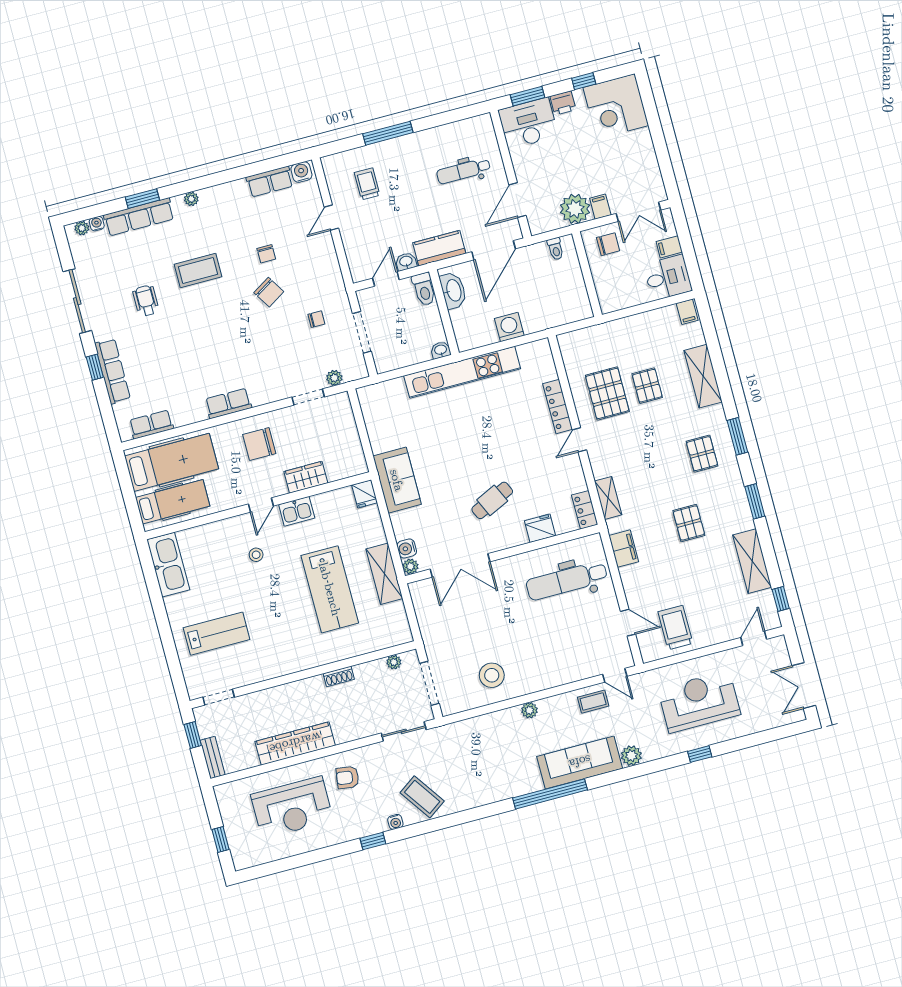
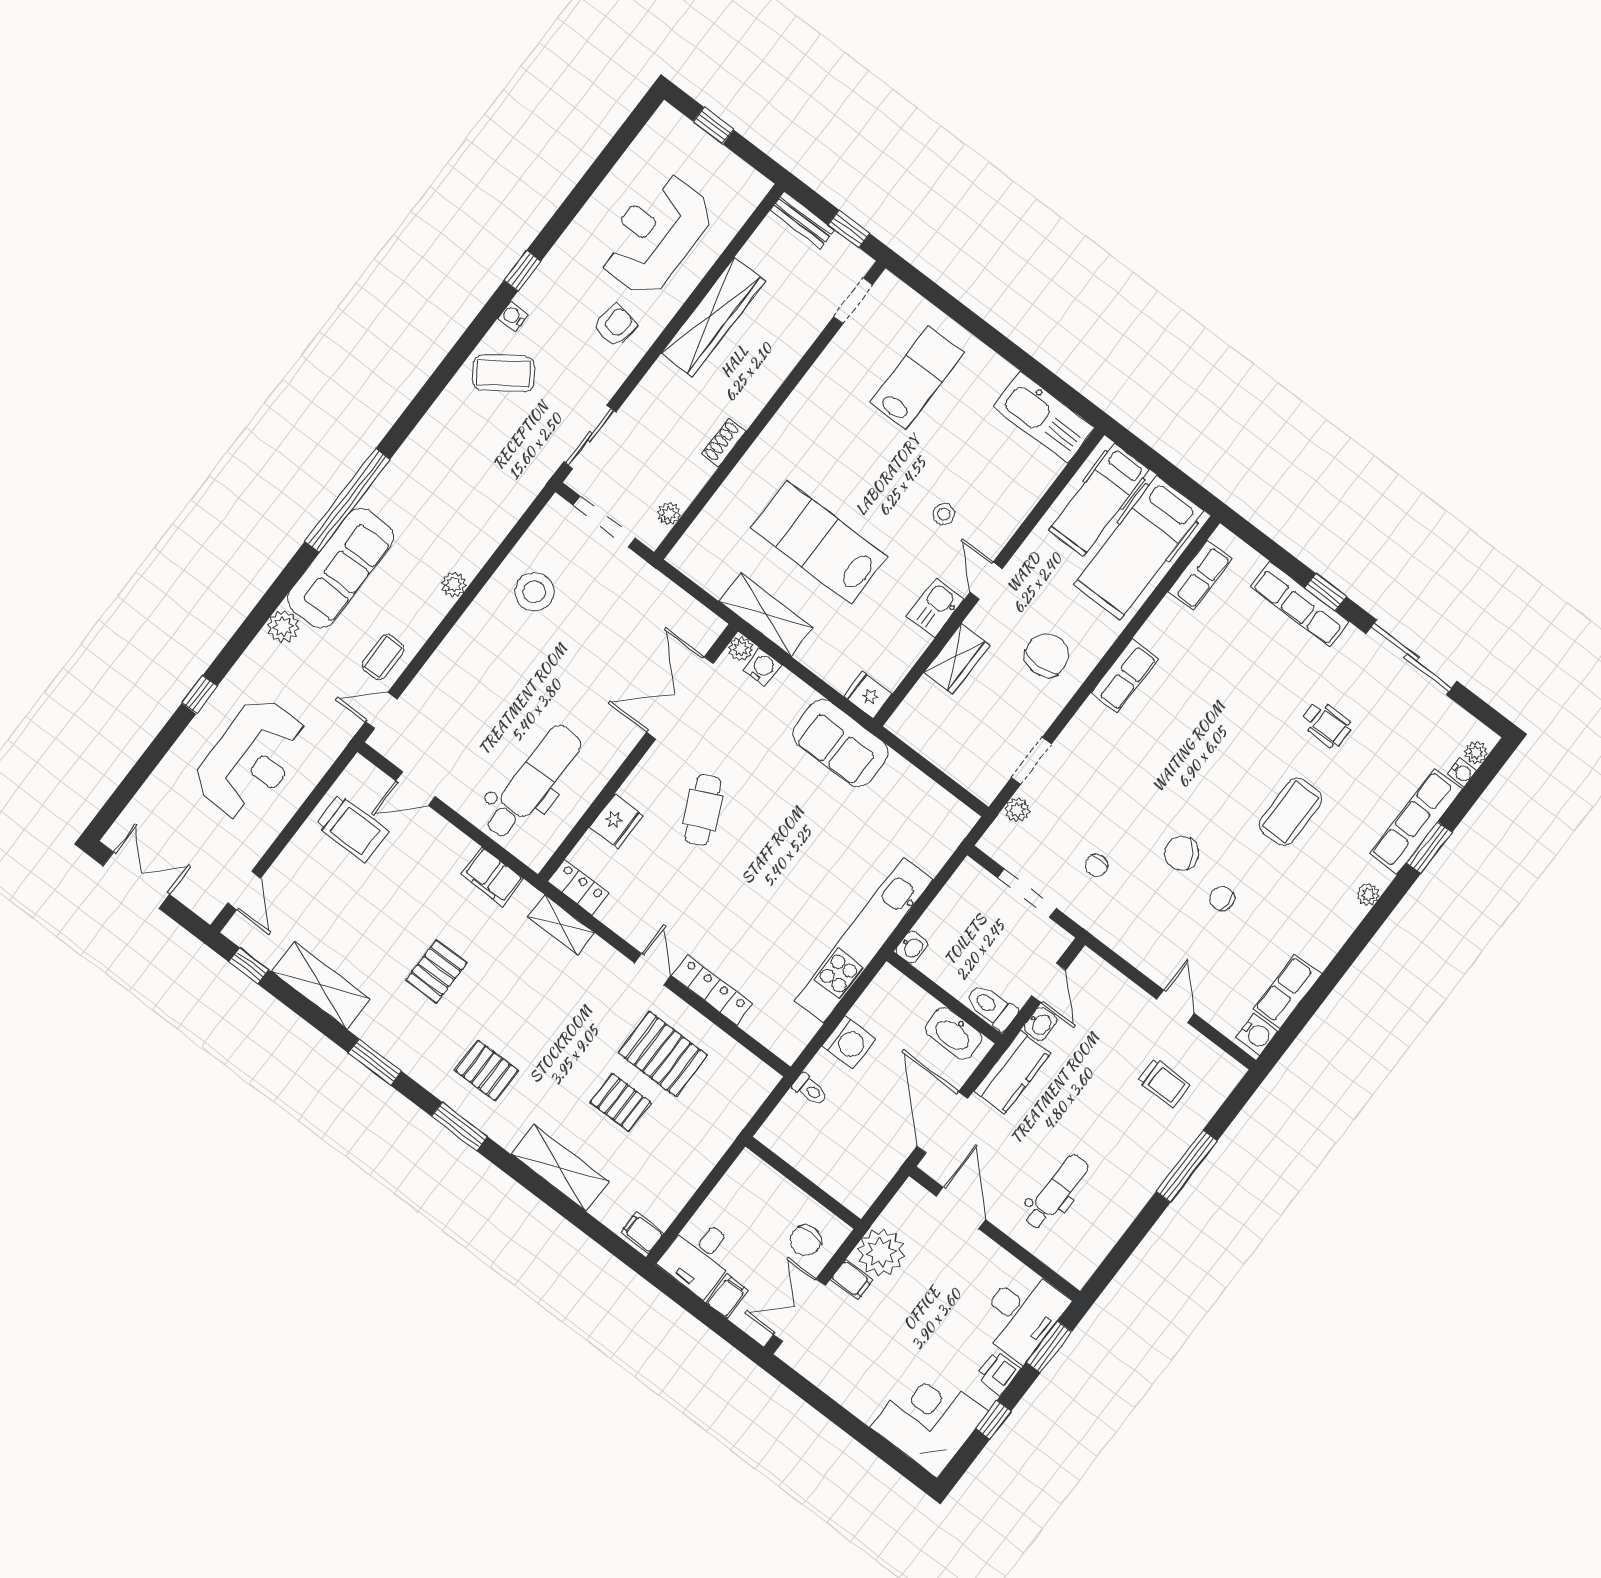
toilet: (556, 249) -> (810, 1089), moved, turned 180
pallet: (689, 523) -> (436, 972), turned 90
lab bench: (217, 634) -> (917, 378), turned 180

